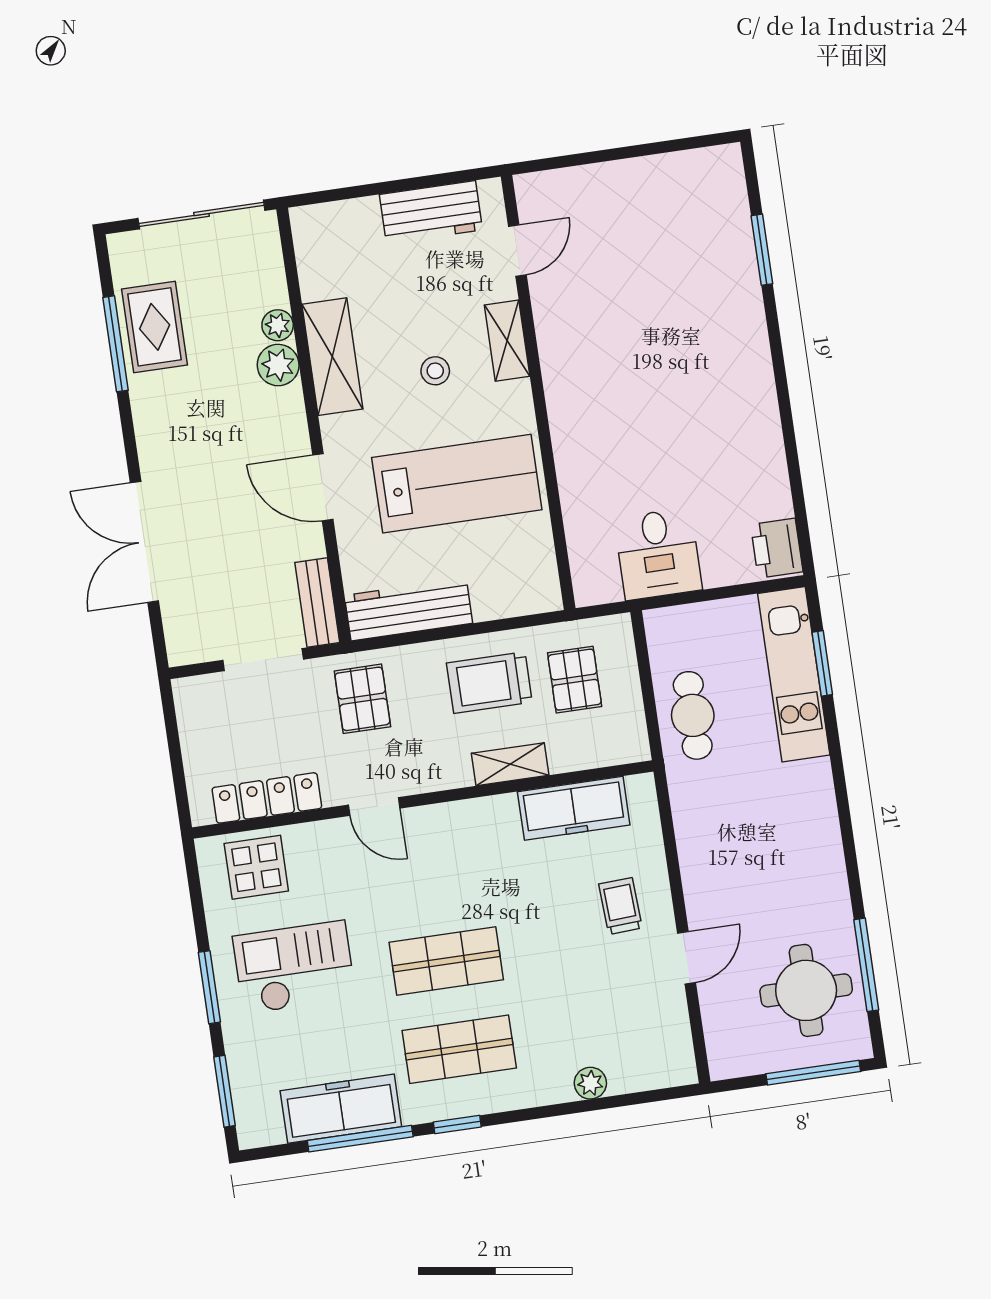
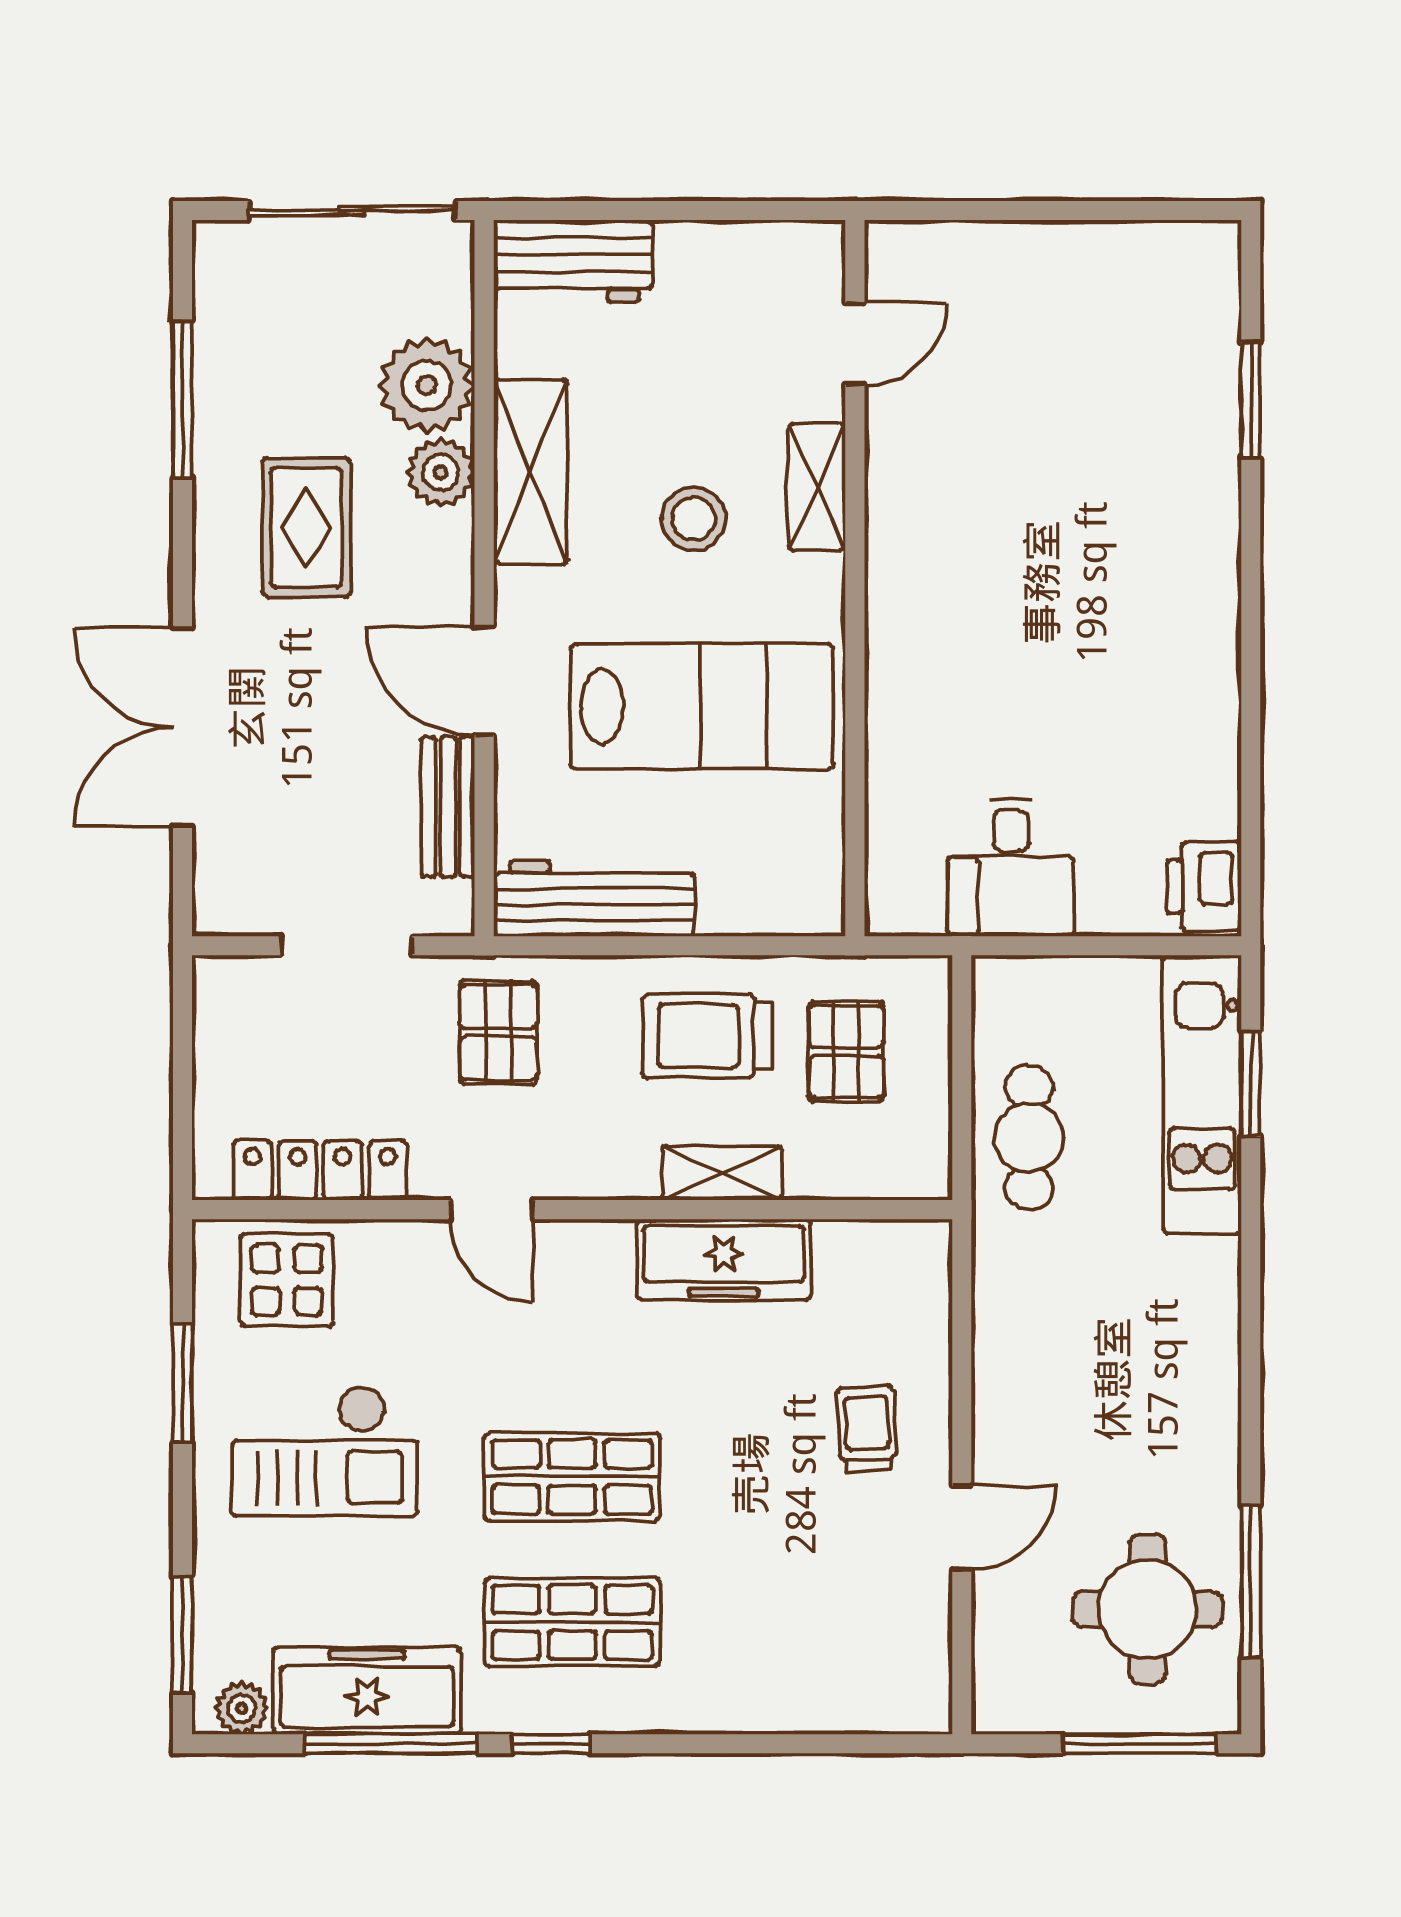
workbench: (431, 212) -> (573, 261), moved
plant: (278, 325) -> (427, 386), width x1.88, depth x1.88
rug: (155, 327) -> (306, 528), moved
stool: (435, 371) -> (694, 519), width x1.37, depth x1.37
bench: (317, 603) -> (448, 807), moved
freezer: (574, 808) -> (724, 1260), moved
checkout: (294, 967) -> (324, 1451), turned 180
window: (209, 987) -> (183, 1383), moved
plant: (590, 1083) -> (242, 1708), moved

